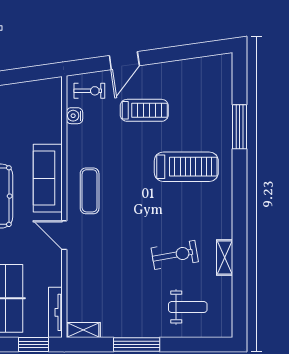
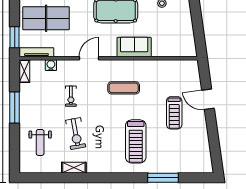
exercise bike: (89, 91) -> (71, 96), moved
water cooler: (74, 116) -> (51, 65), moved
sofa: (48, 178) -> (134, 47), width x0.73
exercise mat: (90, 191) -> (124, 88), moved

